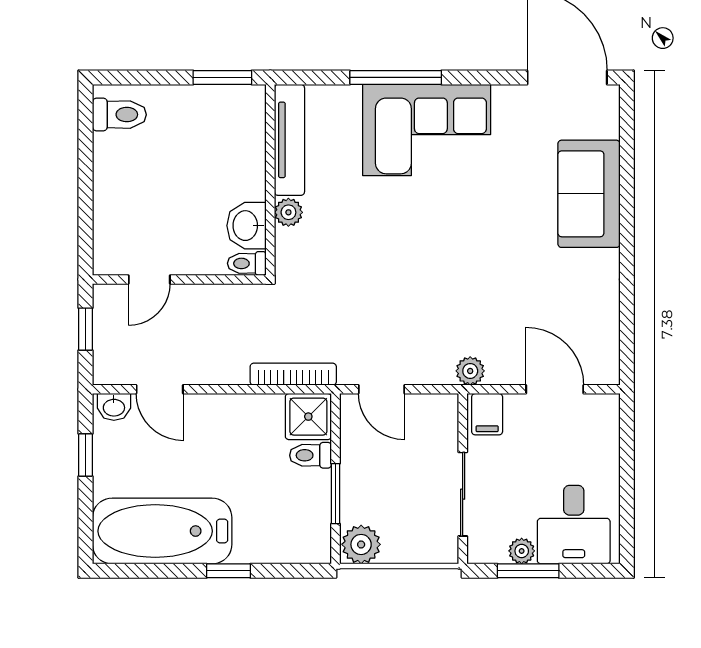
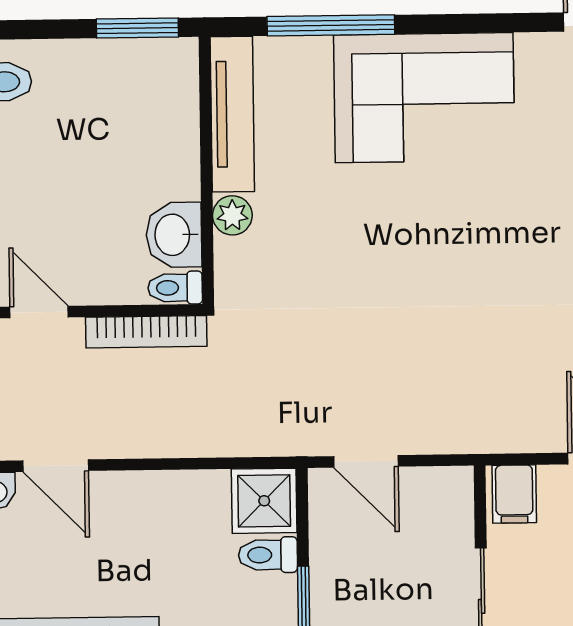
window: (396, 77) -> (331, 25), moved
door: (149, 279) -> (39, 312), swing flipped
plant: (470, 371) -> (490, 434), removed
bookcase: (293, 374) -> (146, 332), moved, turned 180

